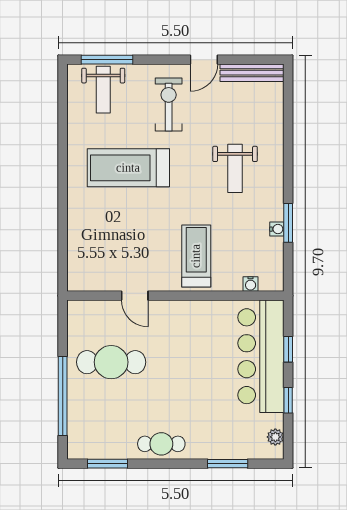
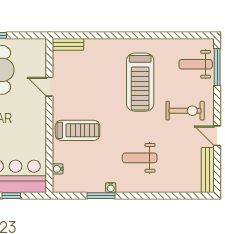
treadmill: (128, 168) -> (140, 82), turned 180
water cooler: (277, 229) -> (111, 188), moved
bench: (75, 269) -> (68, 44), added
door: (135, 296) -> (49, 87), hinge flipped

